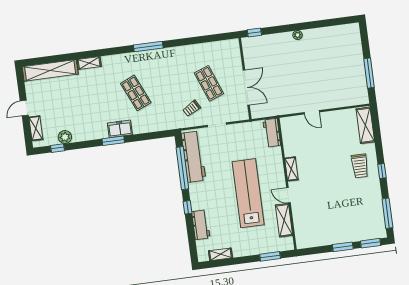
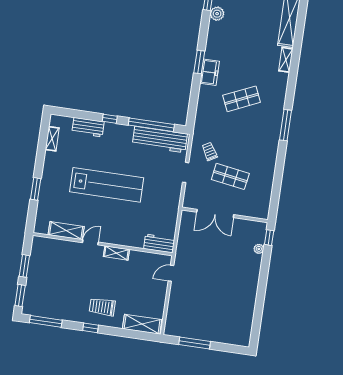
plant: (298, 35) -> (259, 249), moved
shop shelf: (209, 83) -> (230, 176), turned 30
workbench: (272, 133) -> (159, 243), moved
shelving: (291, 169) -> (116, 253), moved
wall: (287, 184) -> (103, 244), moved
door: (288, 195) -> (90, 242), moved
shelving: (284, 220) -> (66, 231), moved

